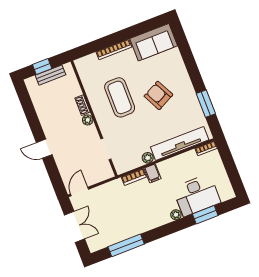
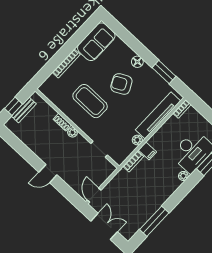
floor lamp: (184, 81) -> (137, 62), added

